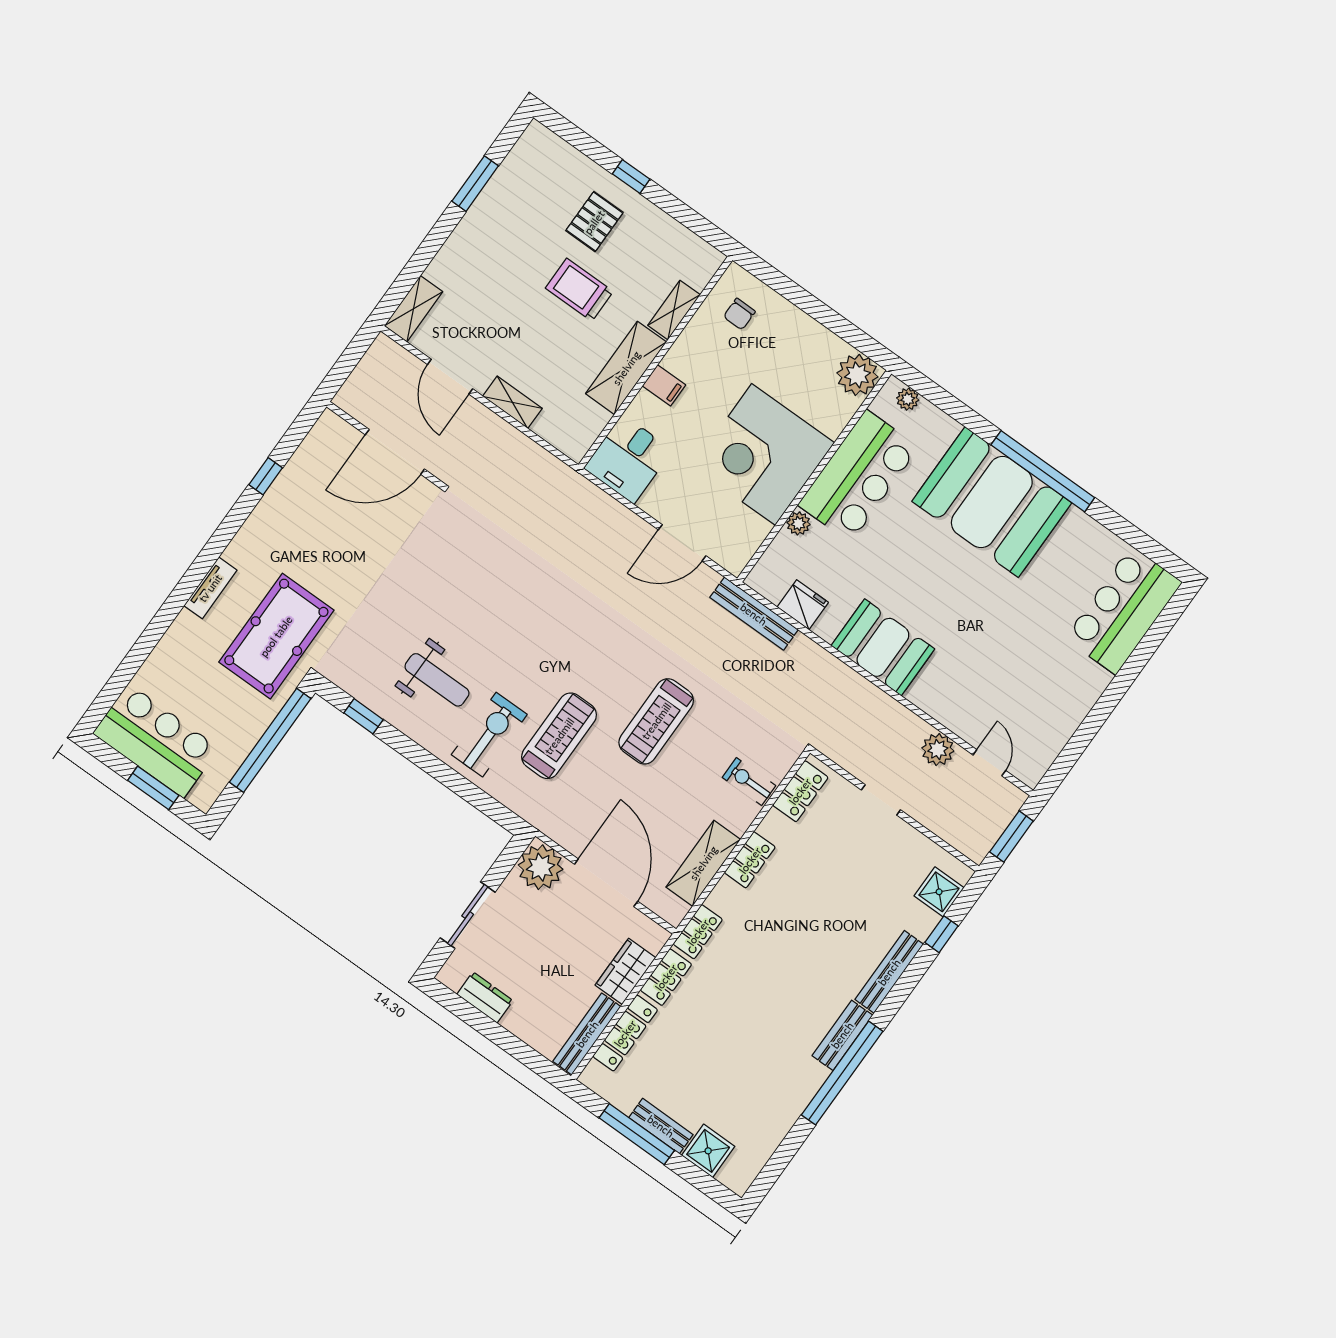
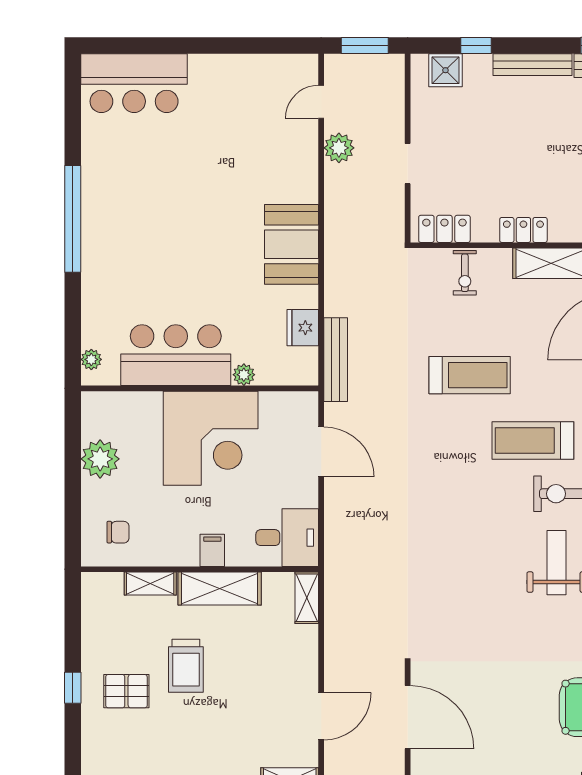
plant: (857, 375) -> (100, 459), moved
shelving: (512, 402) -> (307, 598), moved
booth: (992, 502) -> (123, 241), removed

